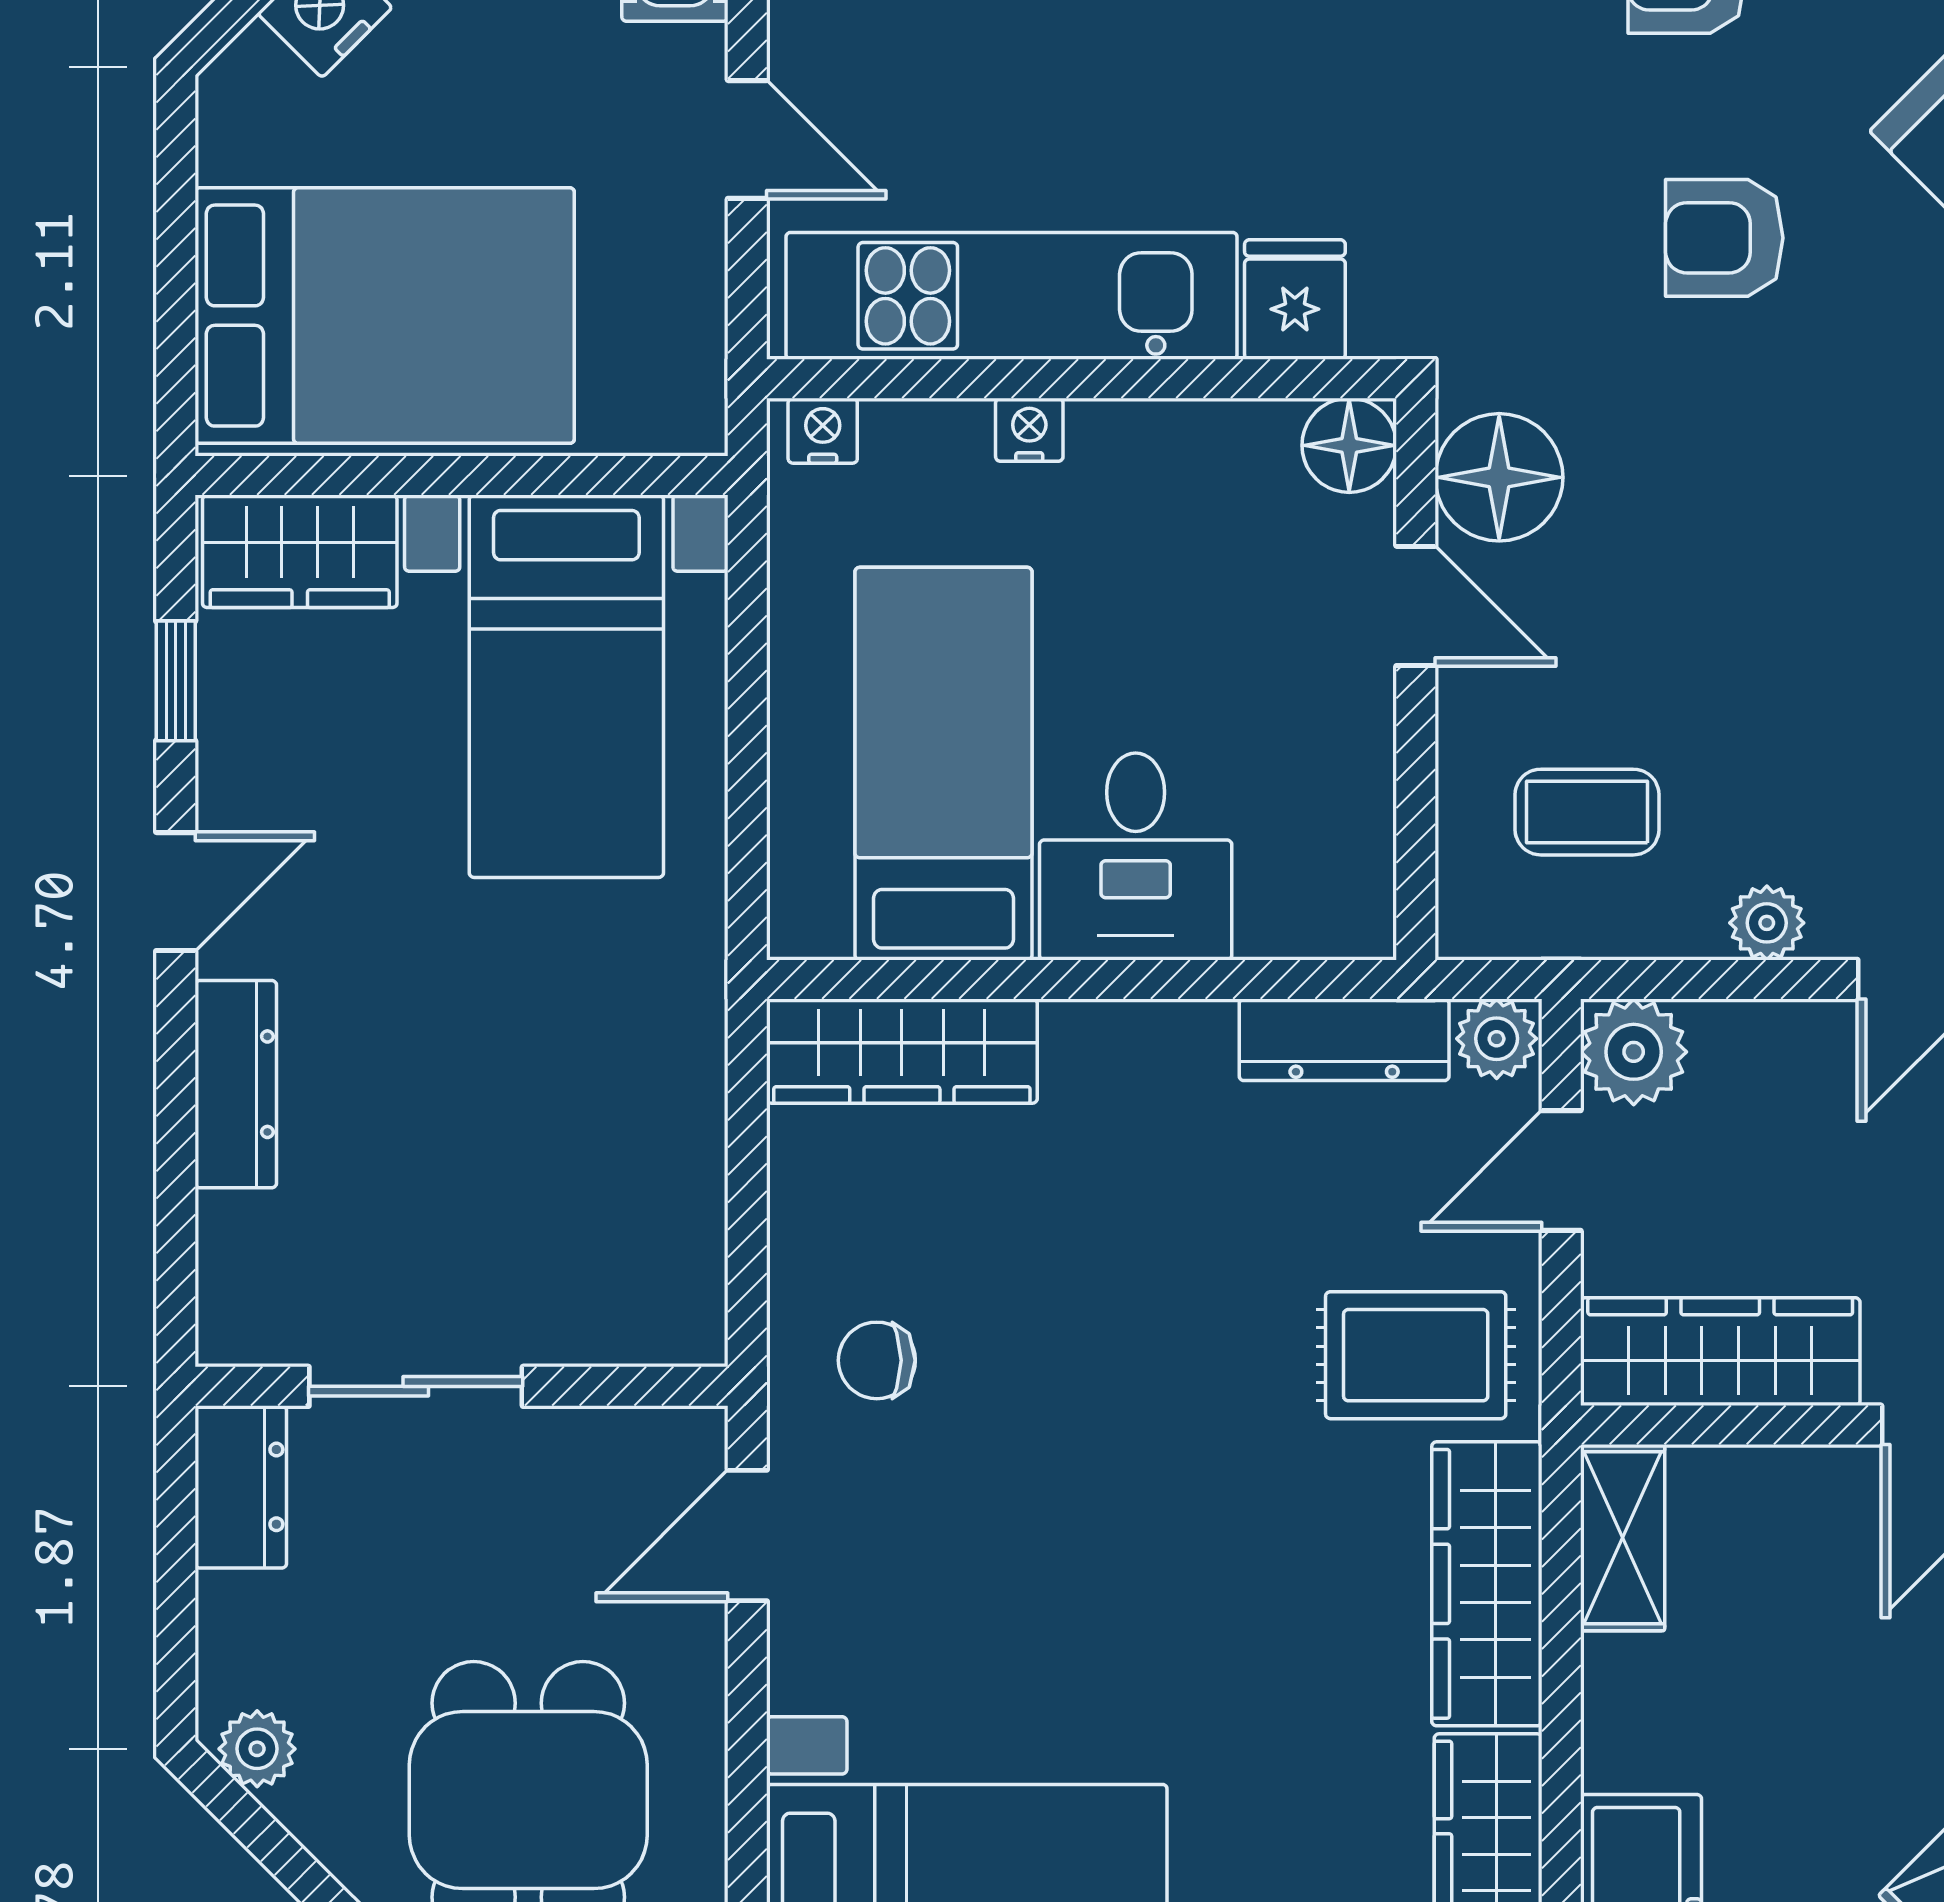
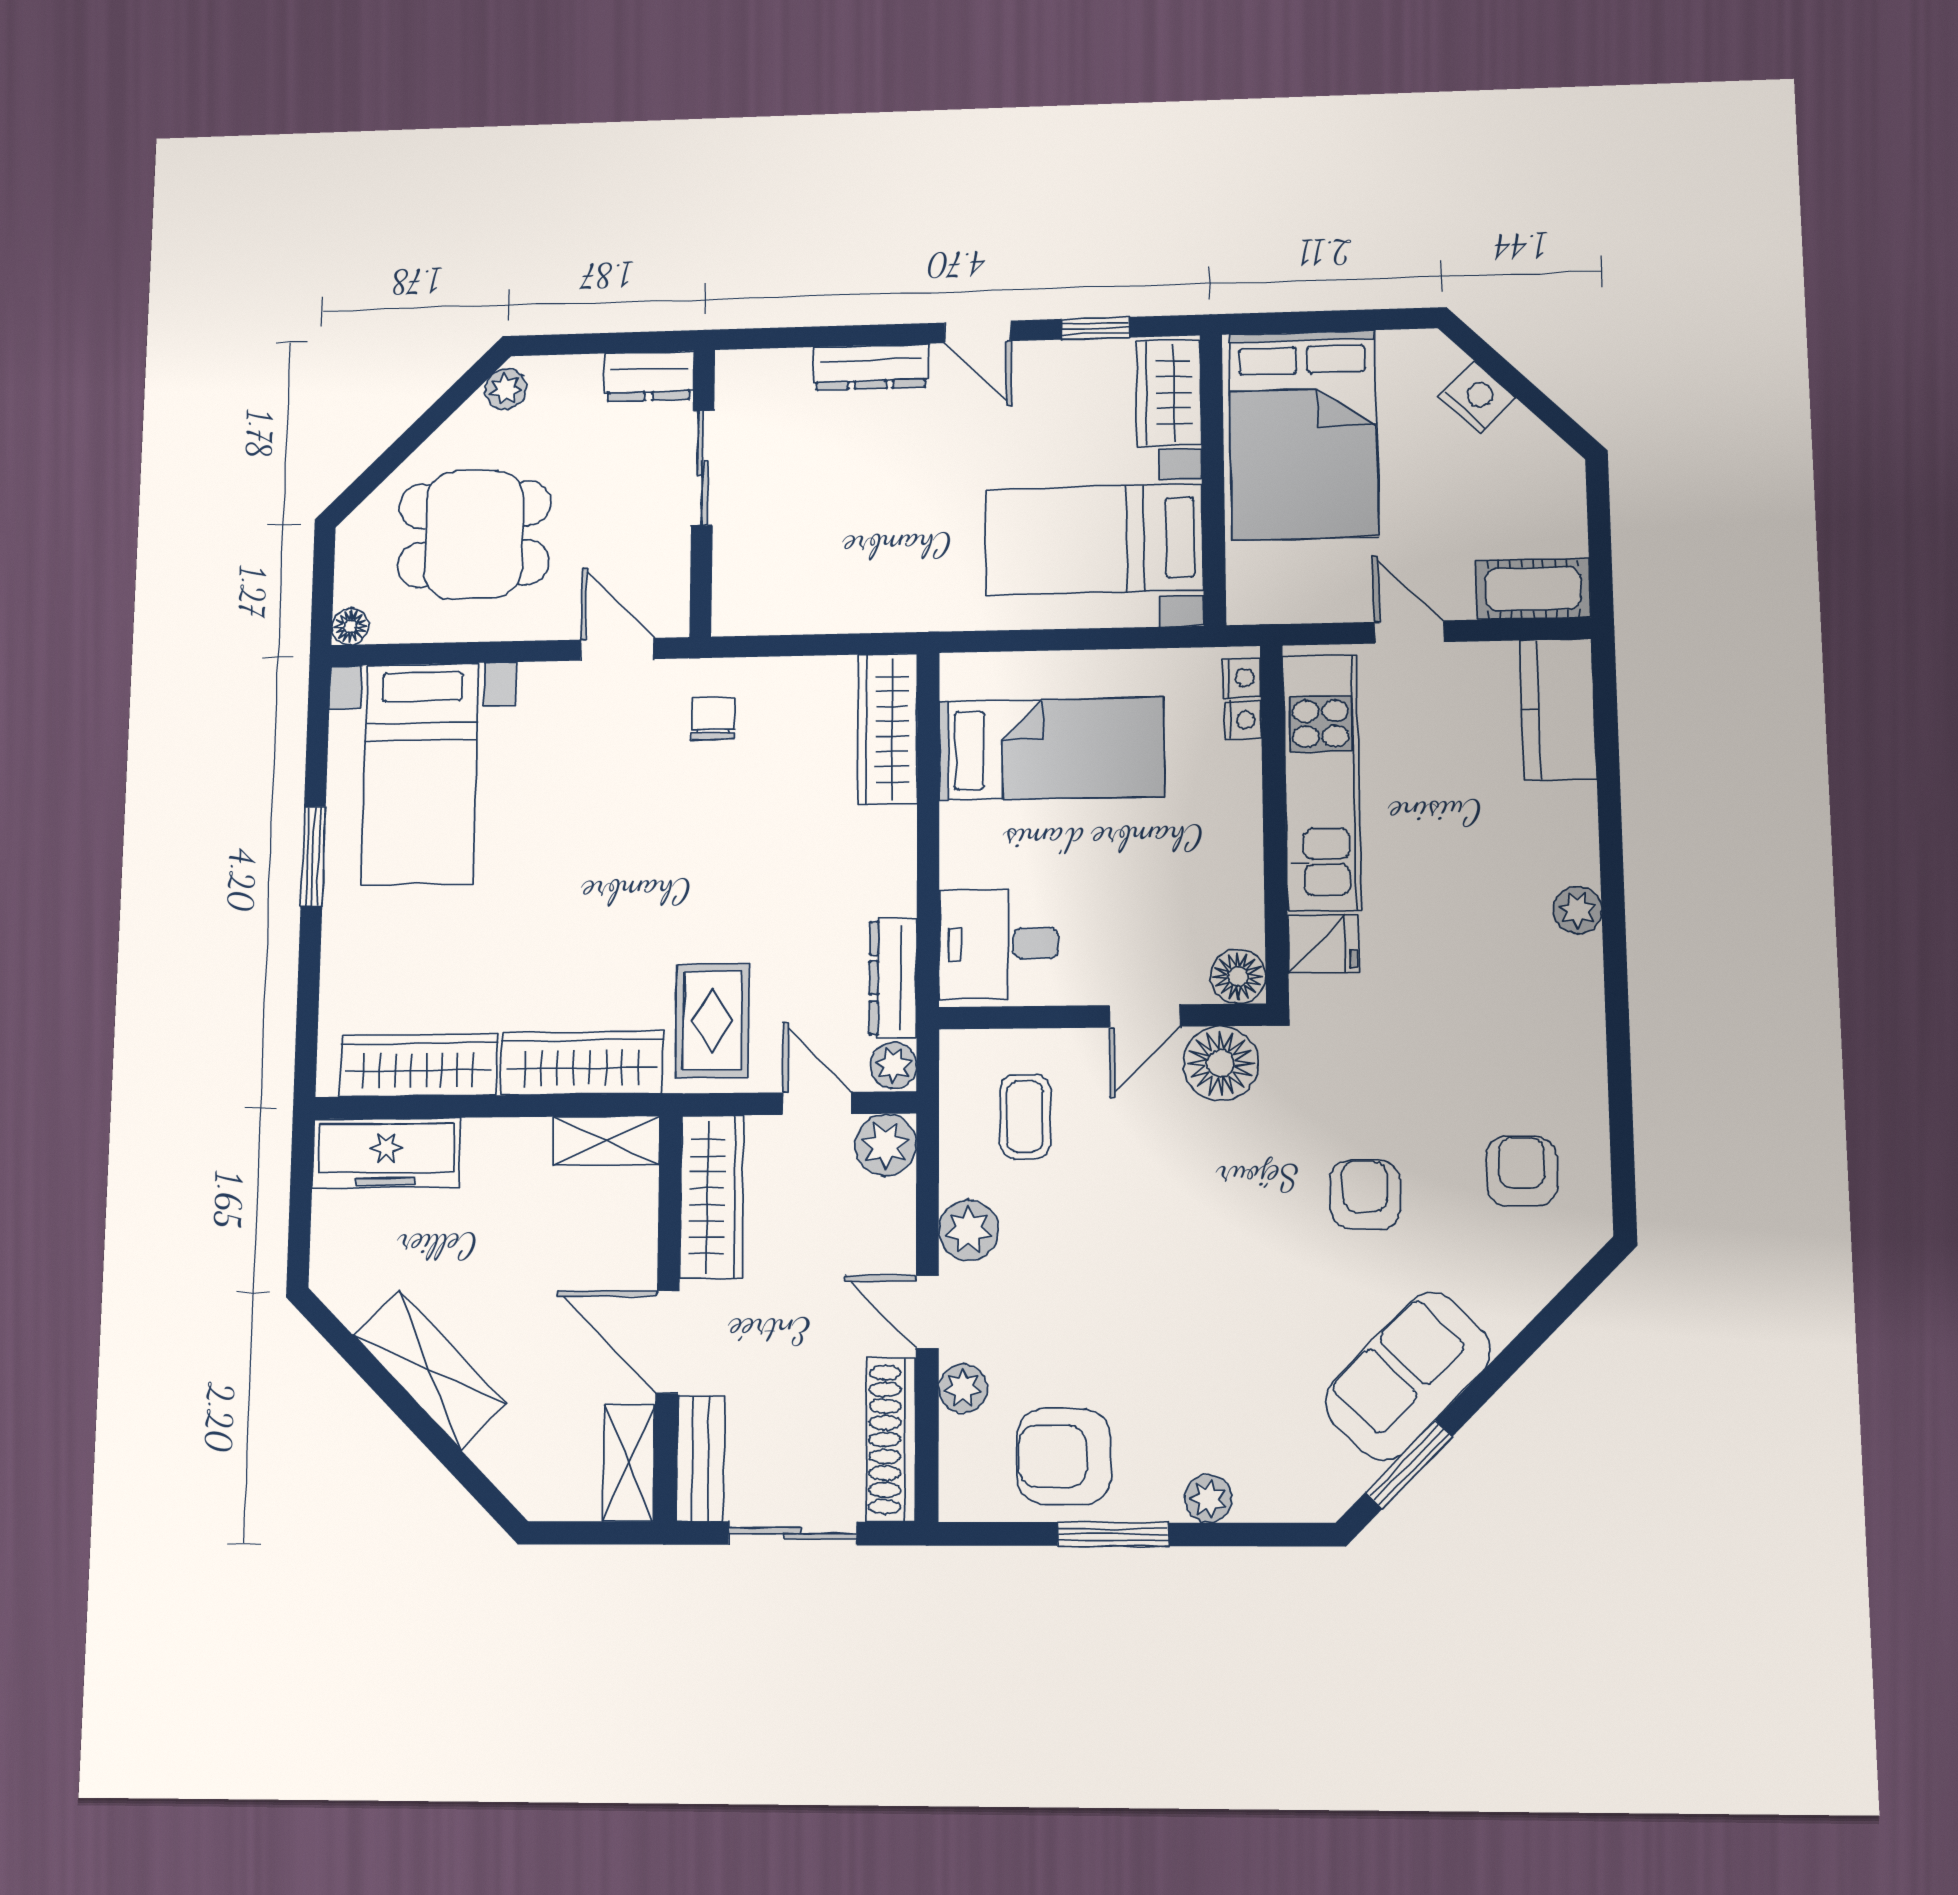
door: (747, 139) -> (1409, 632), swing flipped
nightstand: (1029, 430) -> (1243, 720), moved
desk: (1136, 856) -> (999, 944), moved
plant: (1767, 923) -> (969, 1230), width x1.38, depth x1.38

